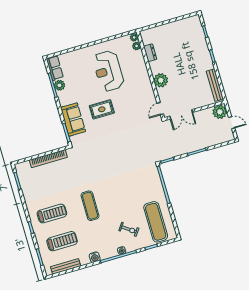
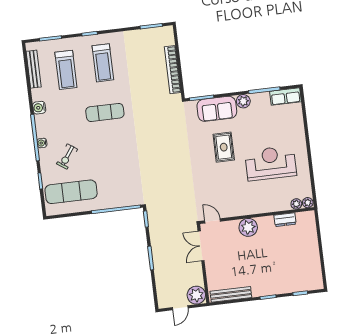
plant: (60, 85) -> (243, 101), moved

